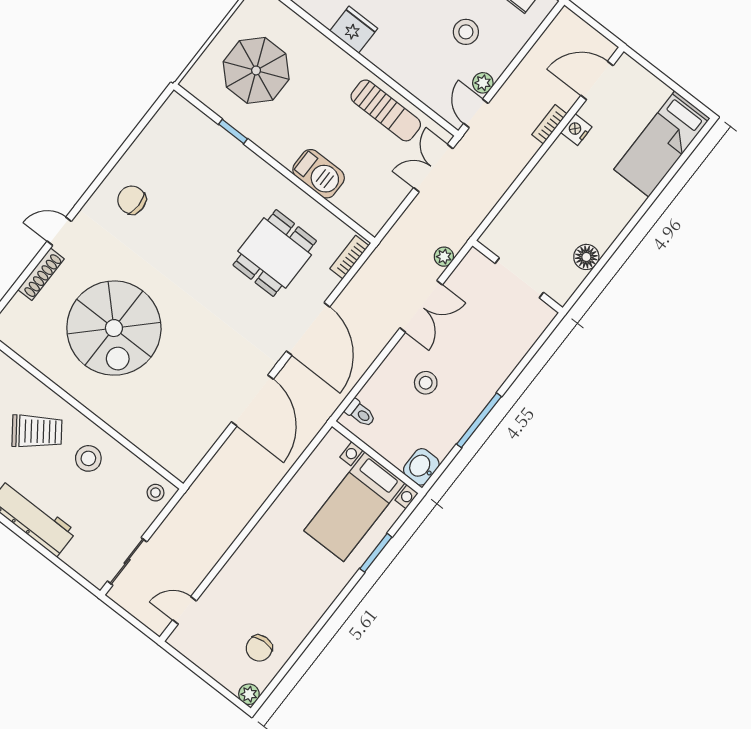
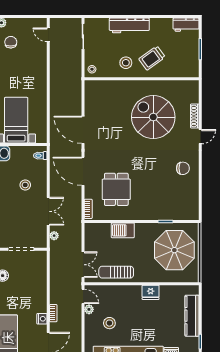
parasol: (256, 70) -> (174, 250), width x1.36, depth x1.36
double door: (421, 306) -> (48, 211), swing flipped
door: (184, 610) -> (48, 35), swing flipped

